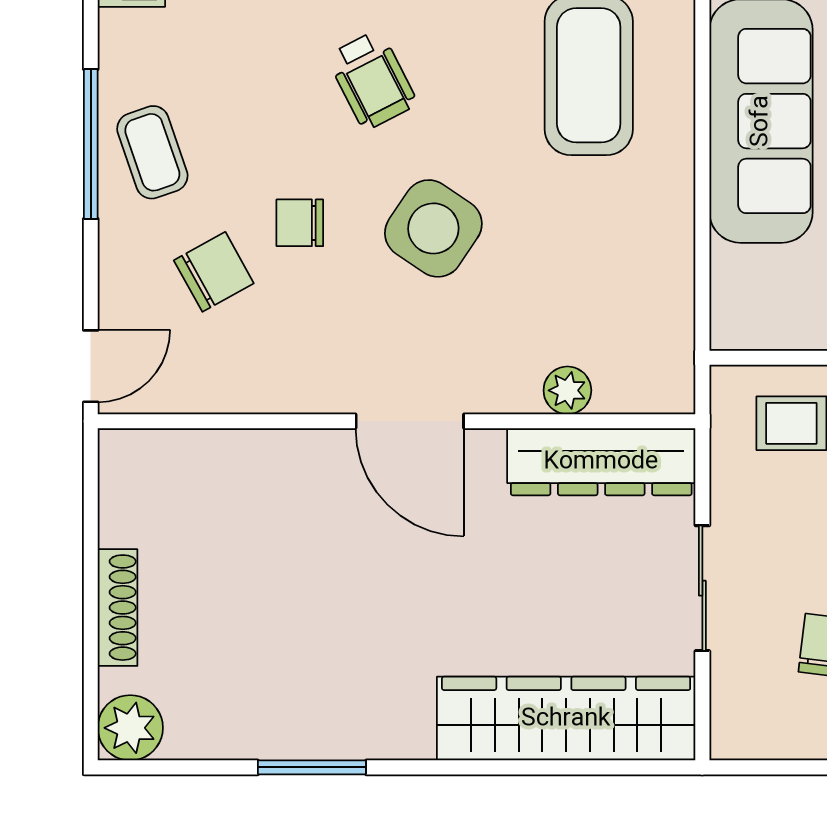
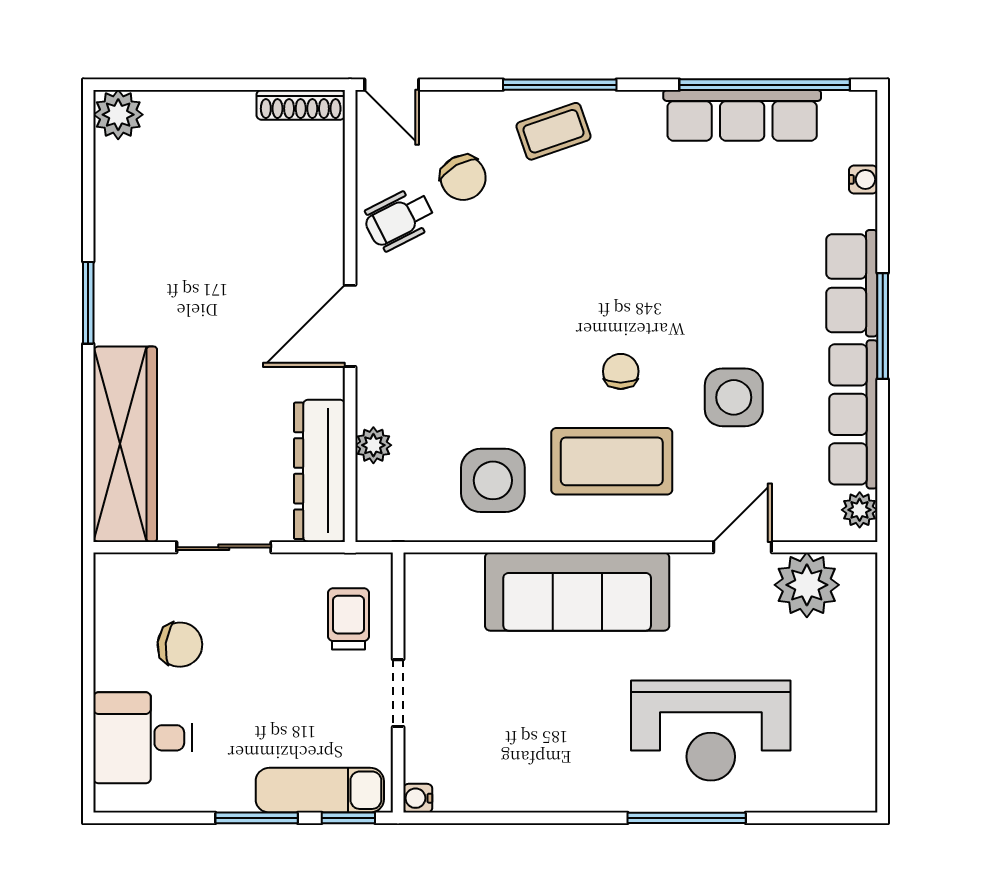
wheelchair: (372, 80) -> (399, 219), moved
chair: (300, 223) -> (621, 371), moved
side table: (433, 228) -> (493, 480), moved, turned -34
shoe rack: (118, 608) -> (301, 105), moved
window: (312, 767) -> (88, 303), moved

